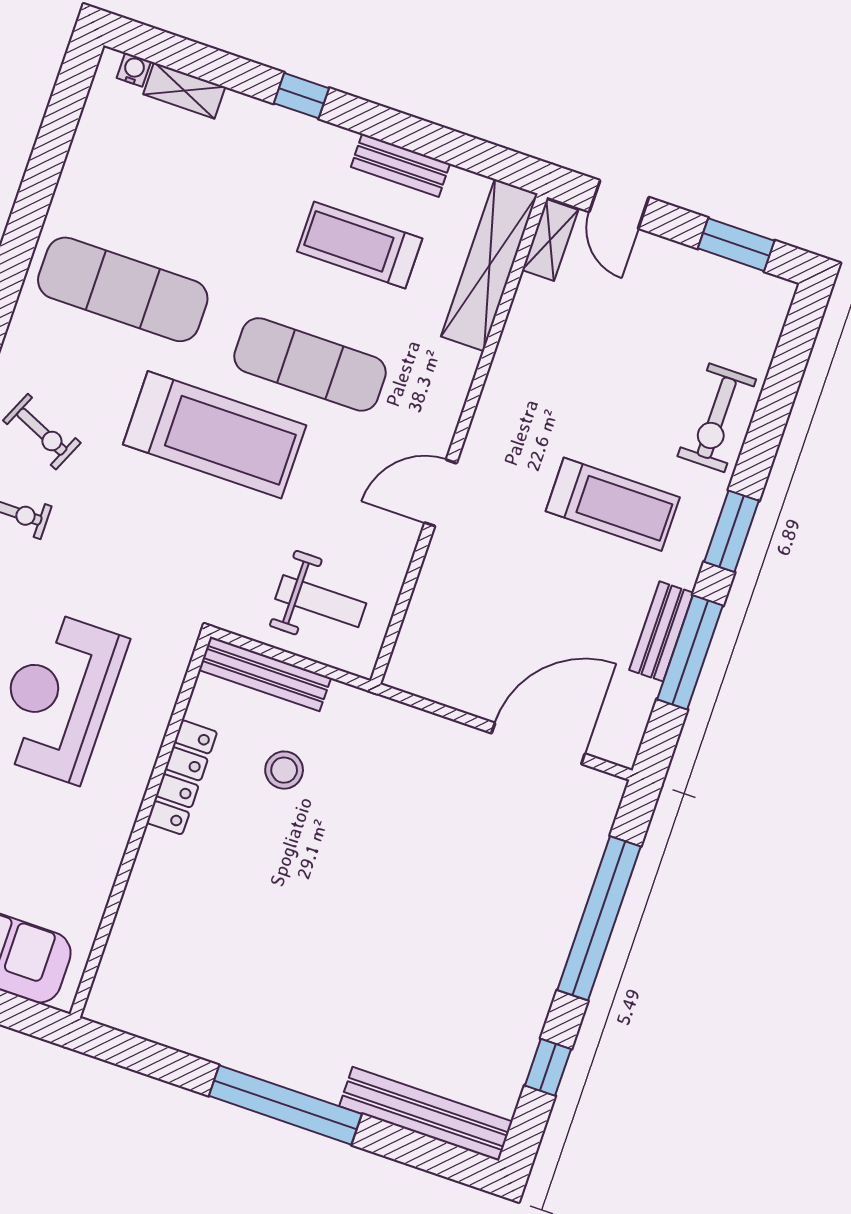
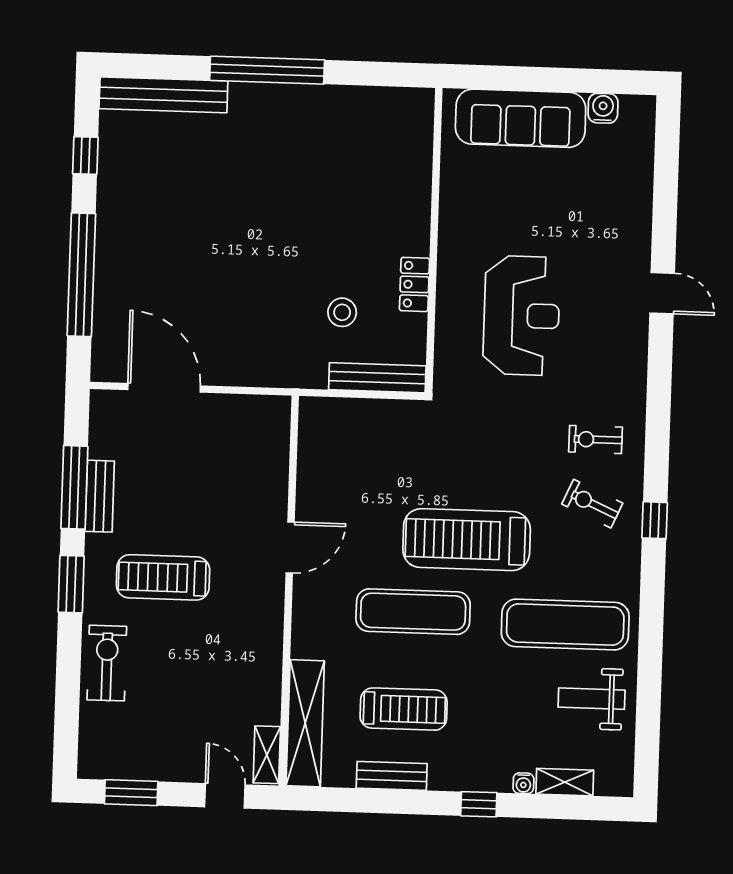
water cooler: (134, 70) -> (523, 783), moved
weight bench: (321, 601) -> (592, 699), moved
door: (538, 743) -> (164, 388), swing flipped
locker: (182, 777) -> (415, 284), width x0.66

